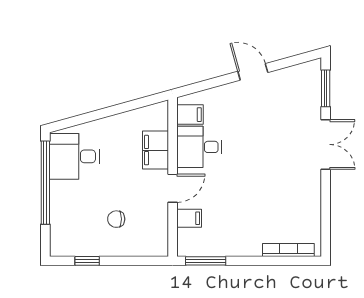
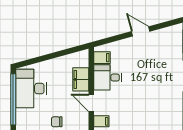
desk: (75, 156) -> (31, 89), width x1.37
door: (173, 188) -> (91, 103), swing flipped

